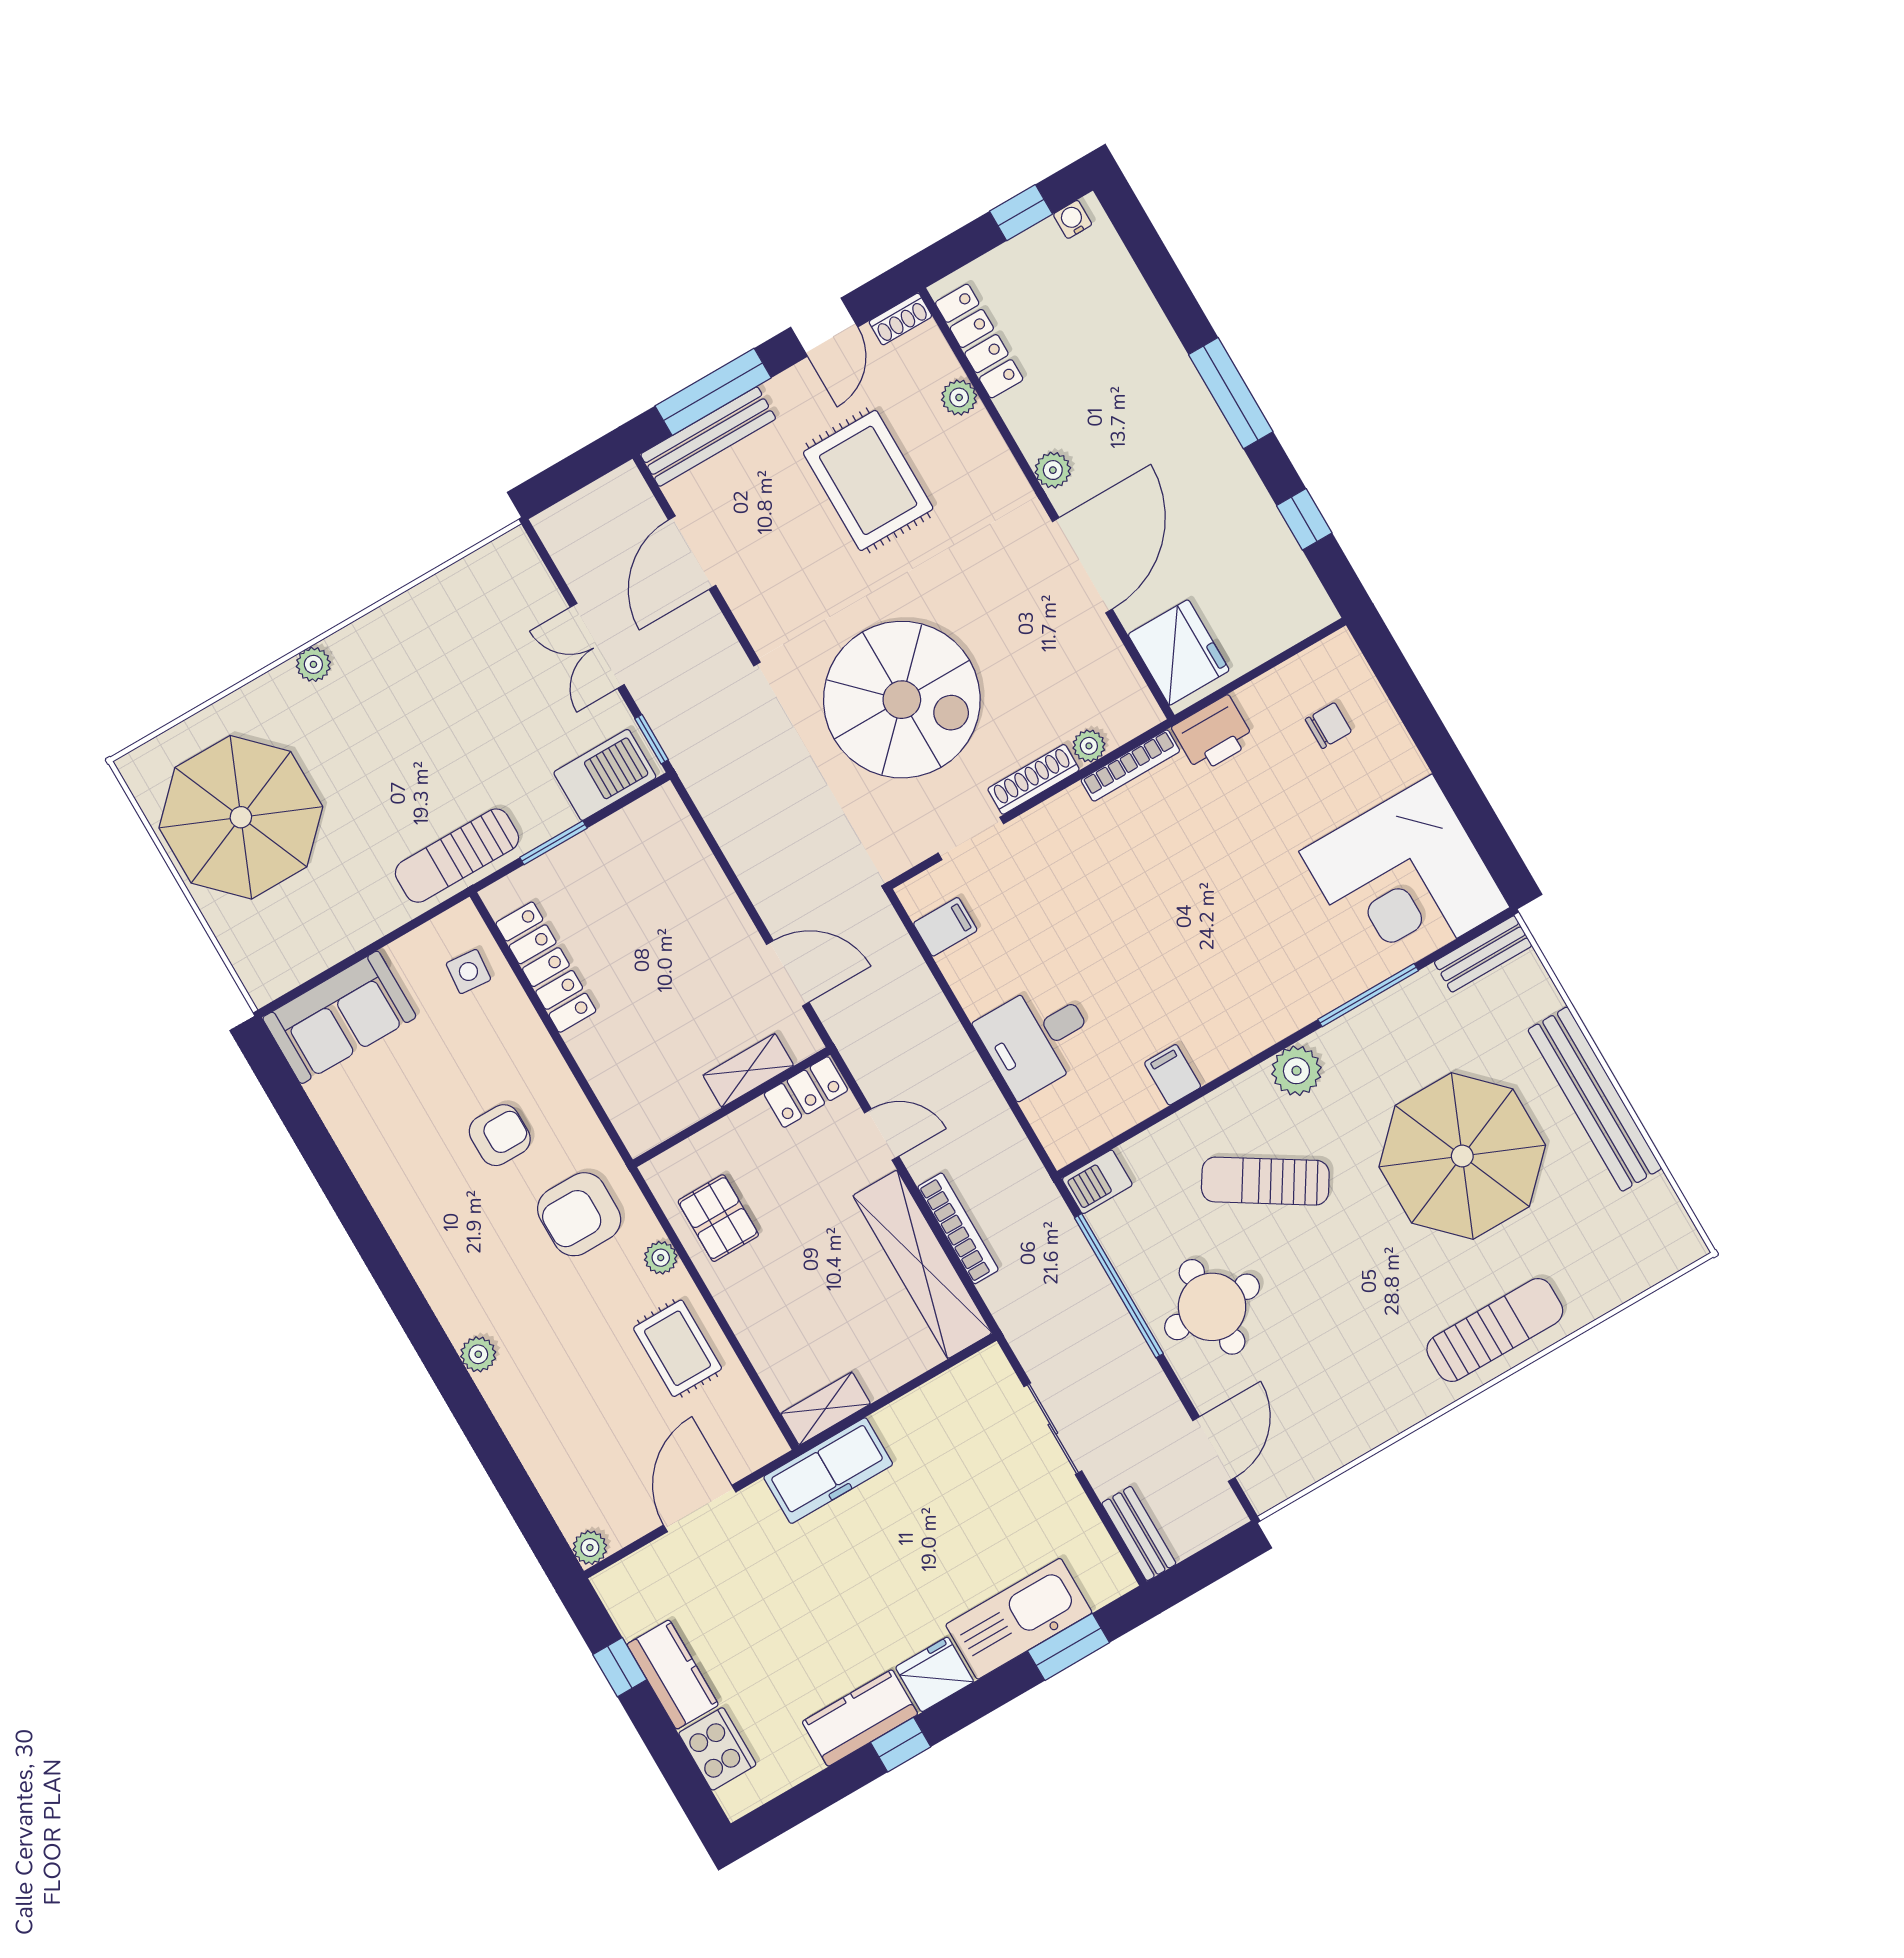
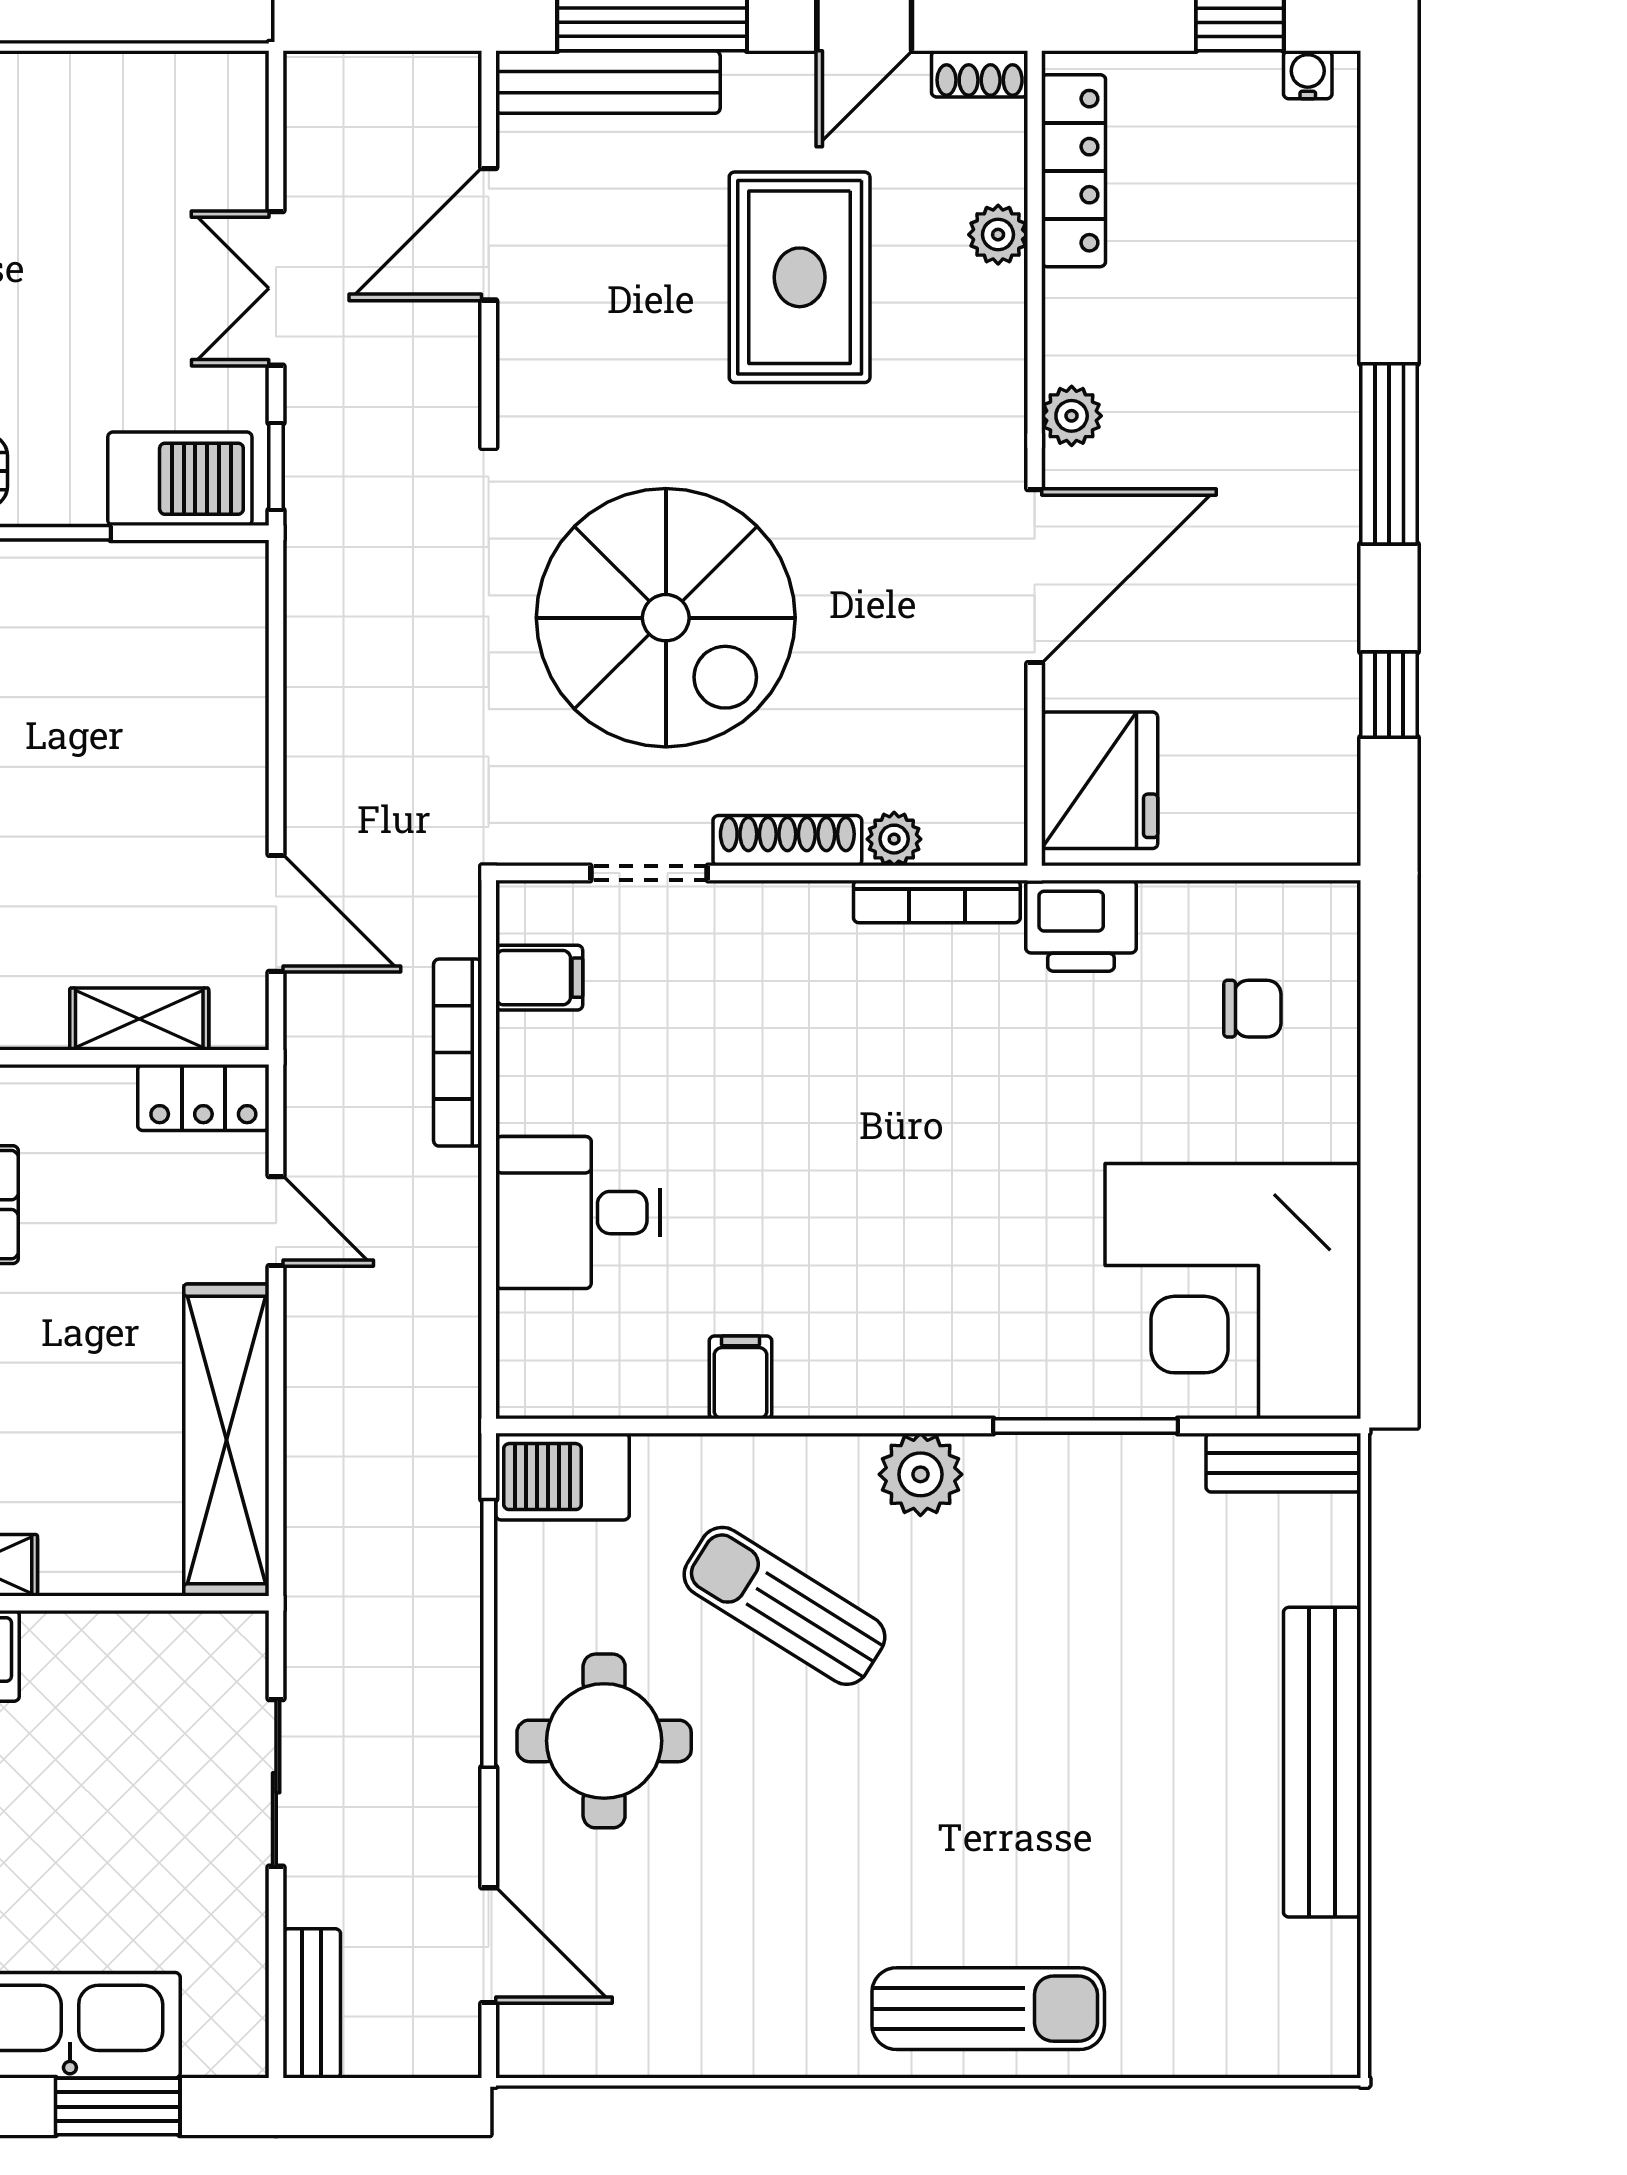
parasol: (1462, 1156) -> (1086, 1734), removed
barbecue: (1097, 1182) -> (562, 1477), width x1.38, depth x1.27
bookcase: (958, 1228) -> (458, 1053), moved, turned 180
door: (1214, 1449) -> (489, 1945), hinge flipped

